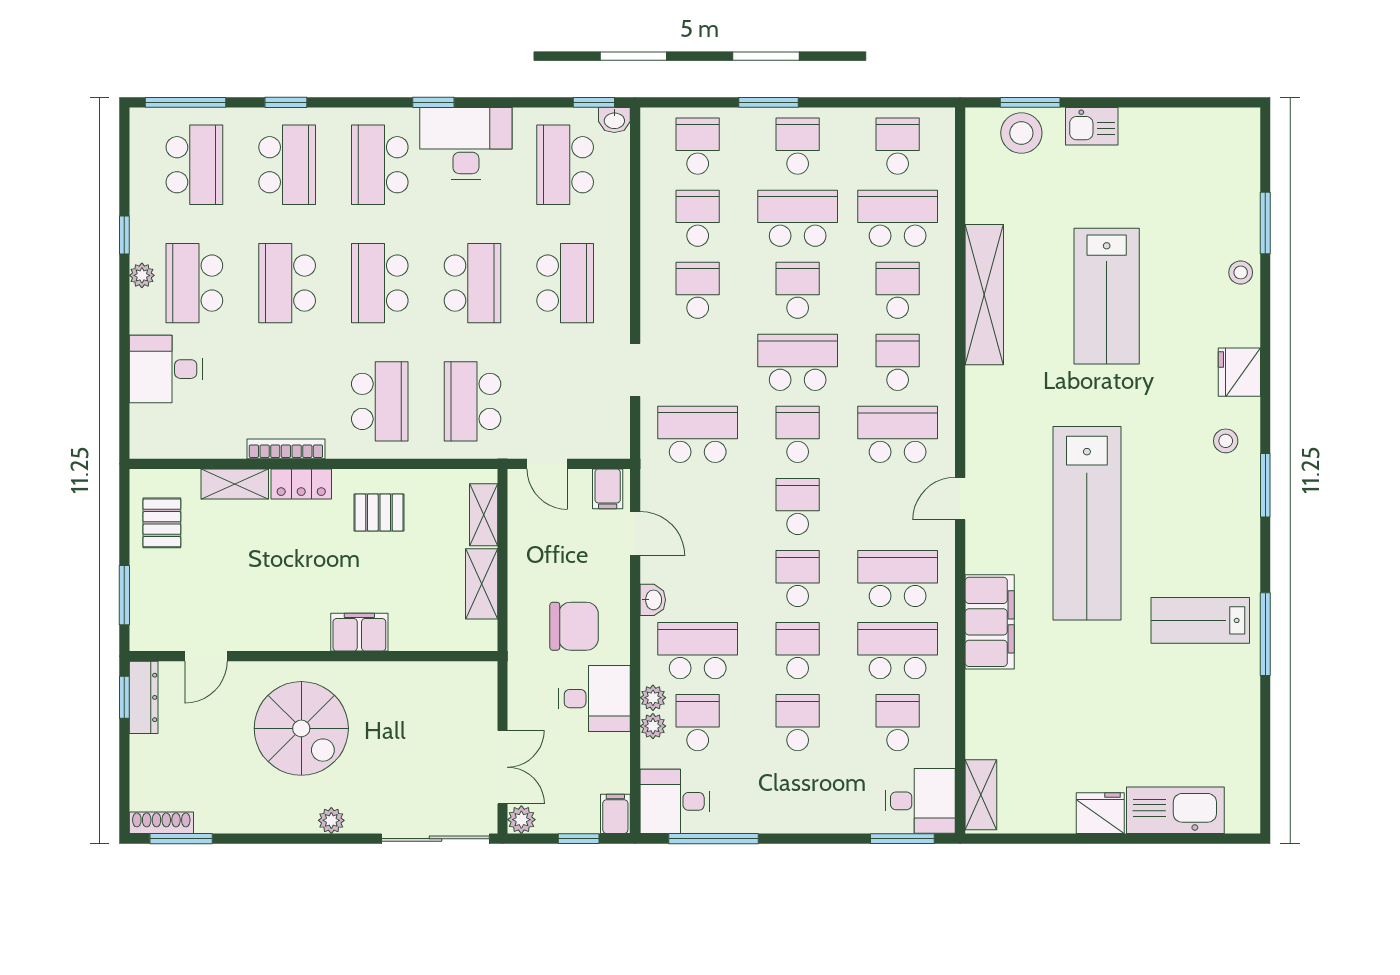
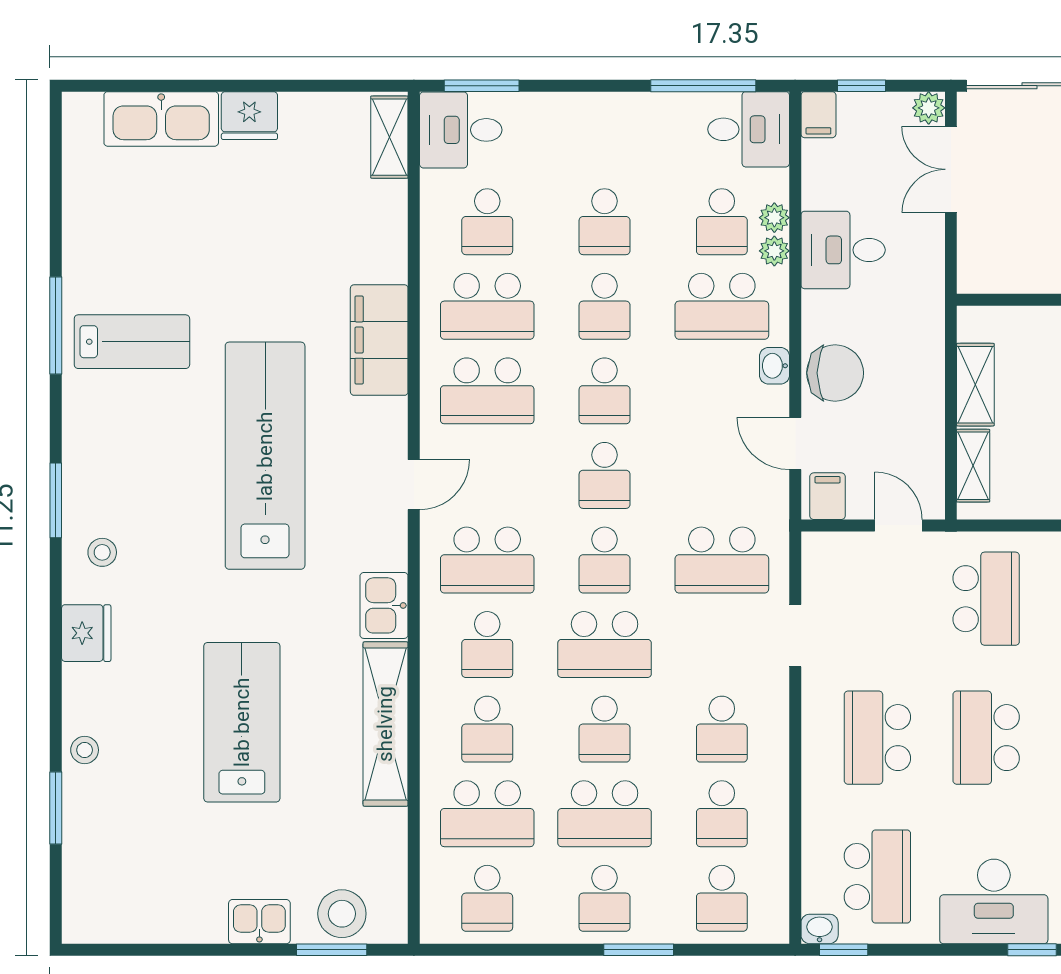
kitchen sink: (986, 396) -> (384, 605), added
chair: (574, 626) -> (835, 373), moved, turned 180

